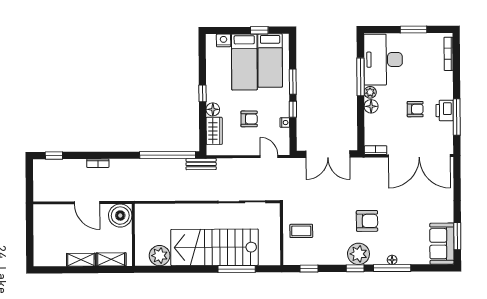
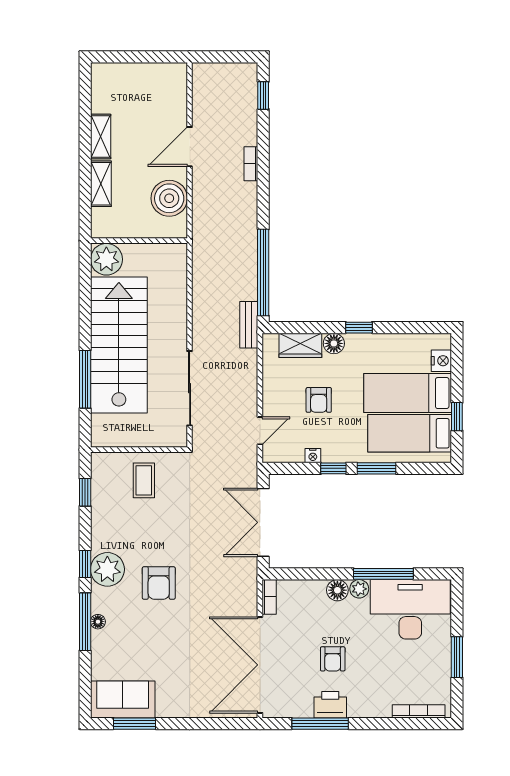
wall: (133, 235) -> (139, 241), moved

